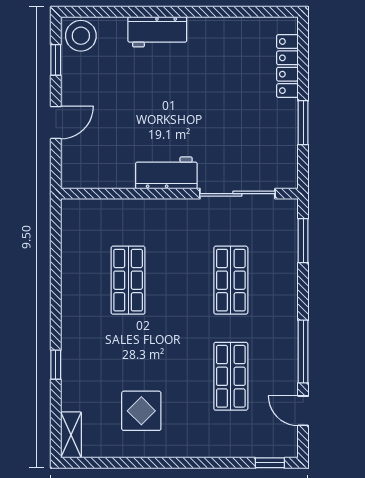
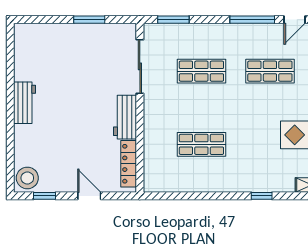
workbench: (157, 32) -> (25, 103), moved
locker: (287, 66) -> (129, 164), moved, turned 90

